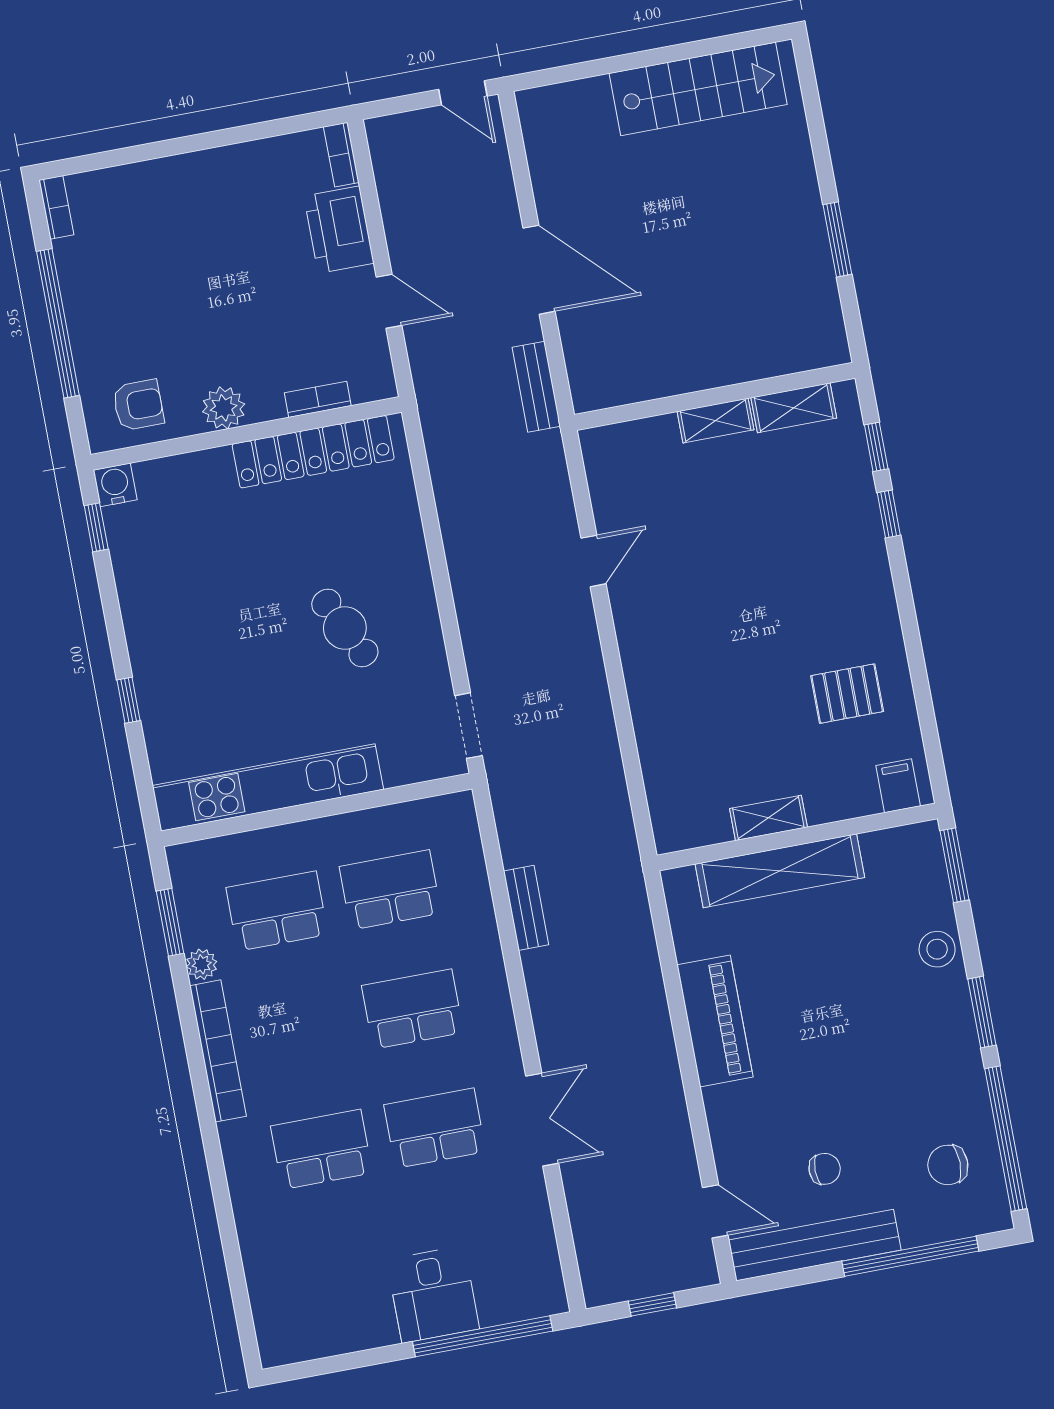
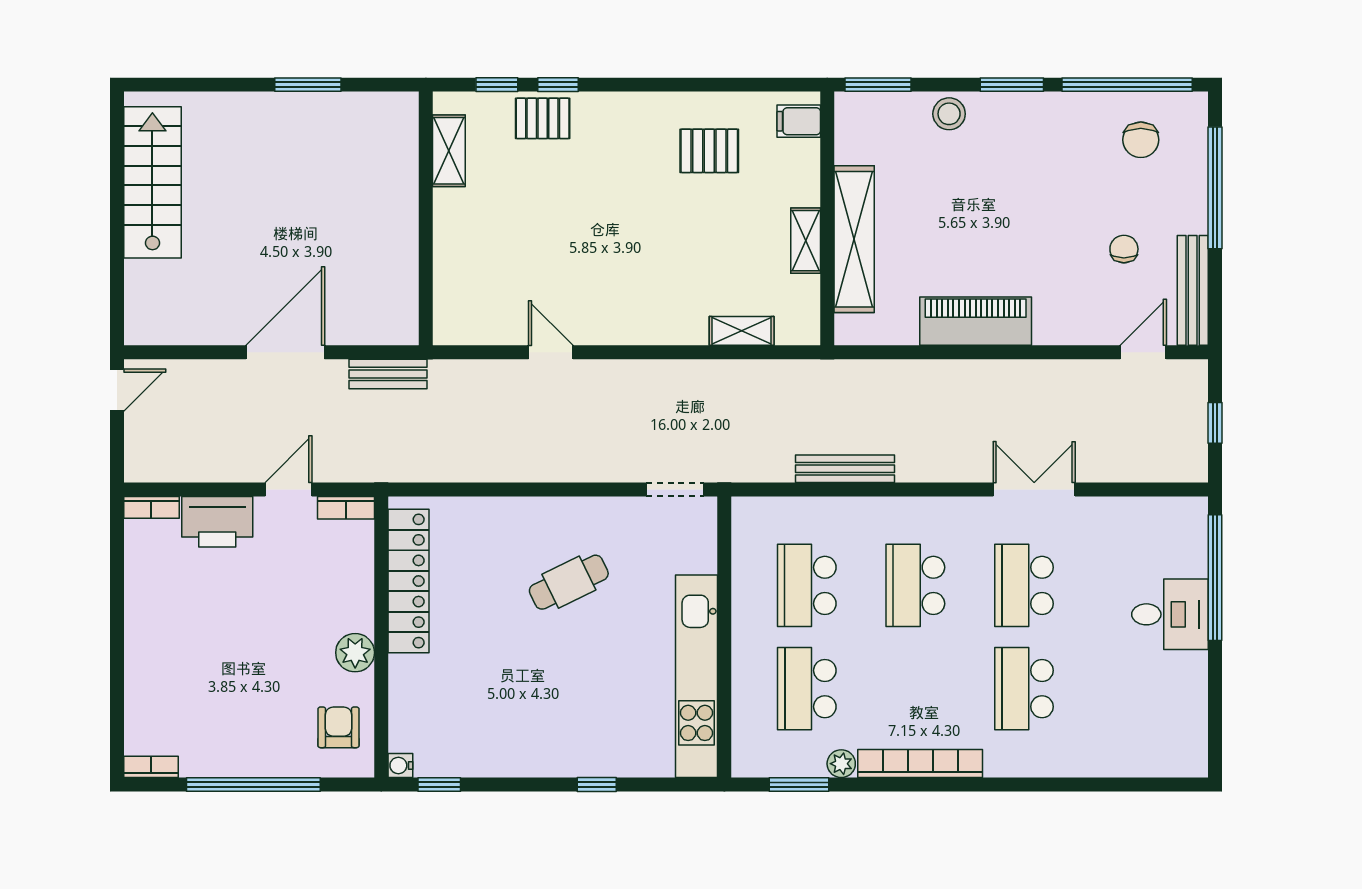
bookcase: (318, 399) -> (346, 508), moved, turned -90
shelving: (716, 420) -> (742, 331), moved, turned 90
water cooler: (115, 485) -> (400, 765), width x0.72, depth x0.72
pallet: (848, 504) -> (543, 118), added
pallet: (847, 694) -> (709, 151), turned 90
bench: (526, 908) -> (845, 469), width x1.36
bench: (815, 1245) -> (1193, 290), width x0.73, depth x0.82

